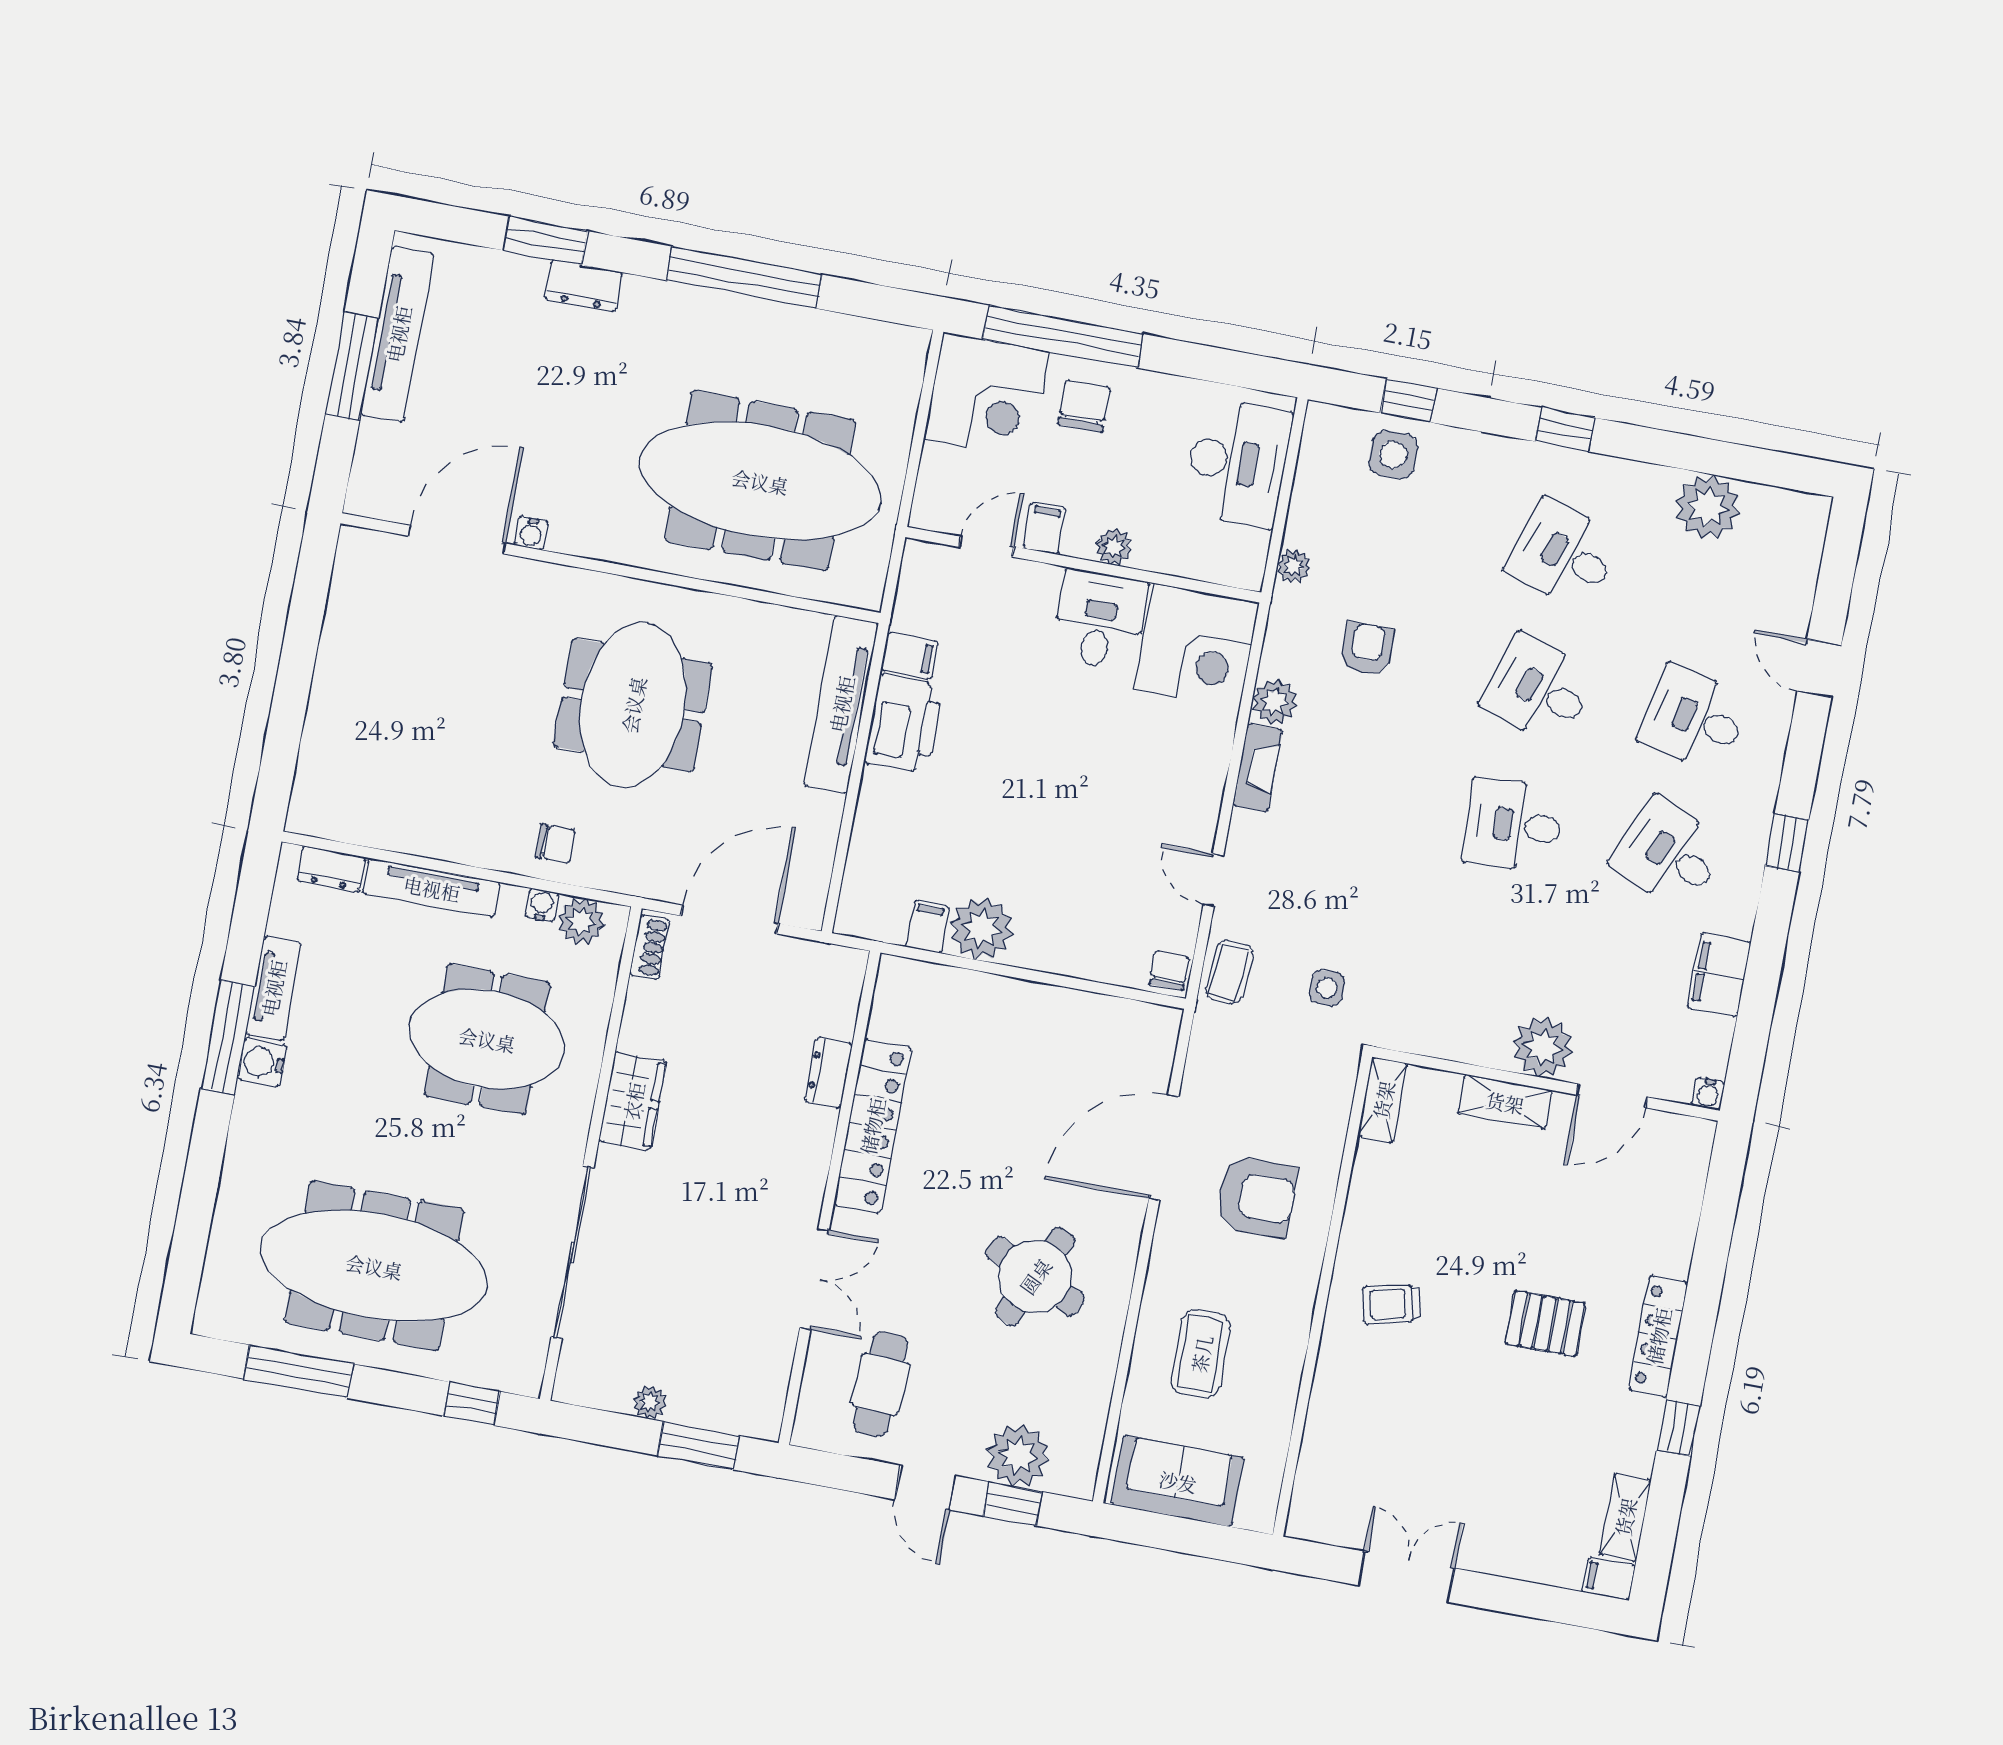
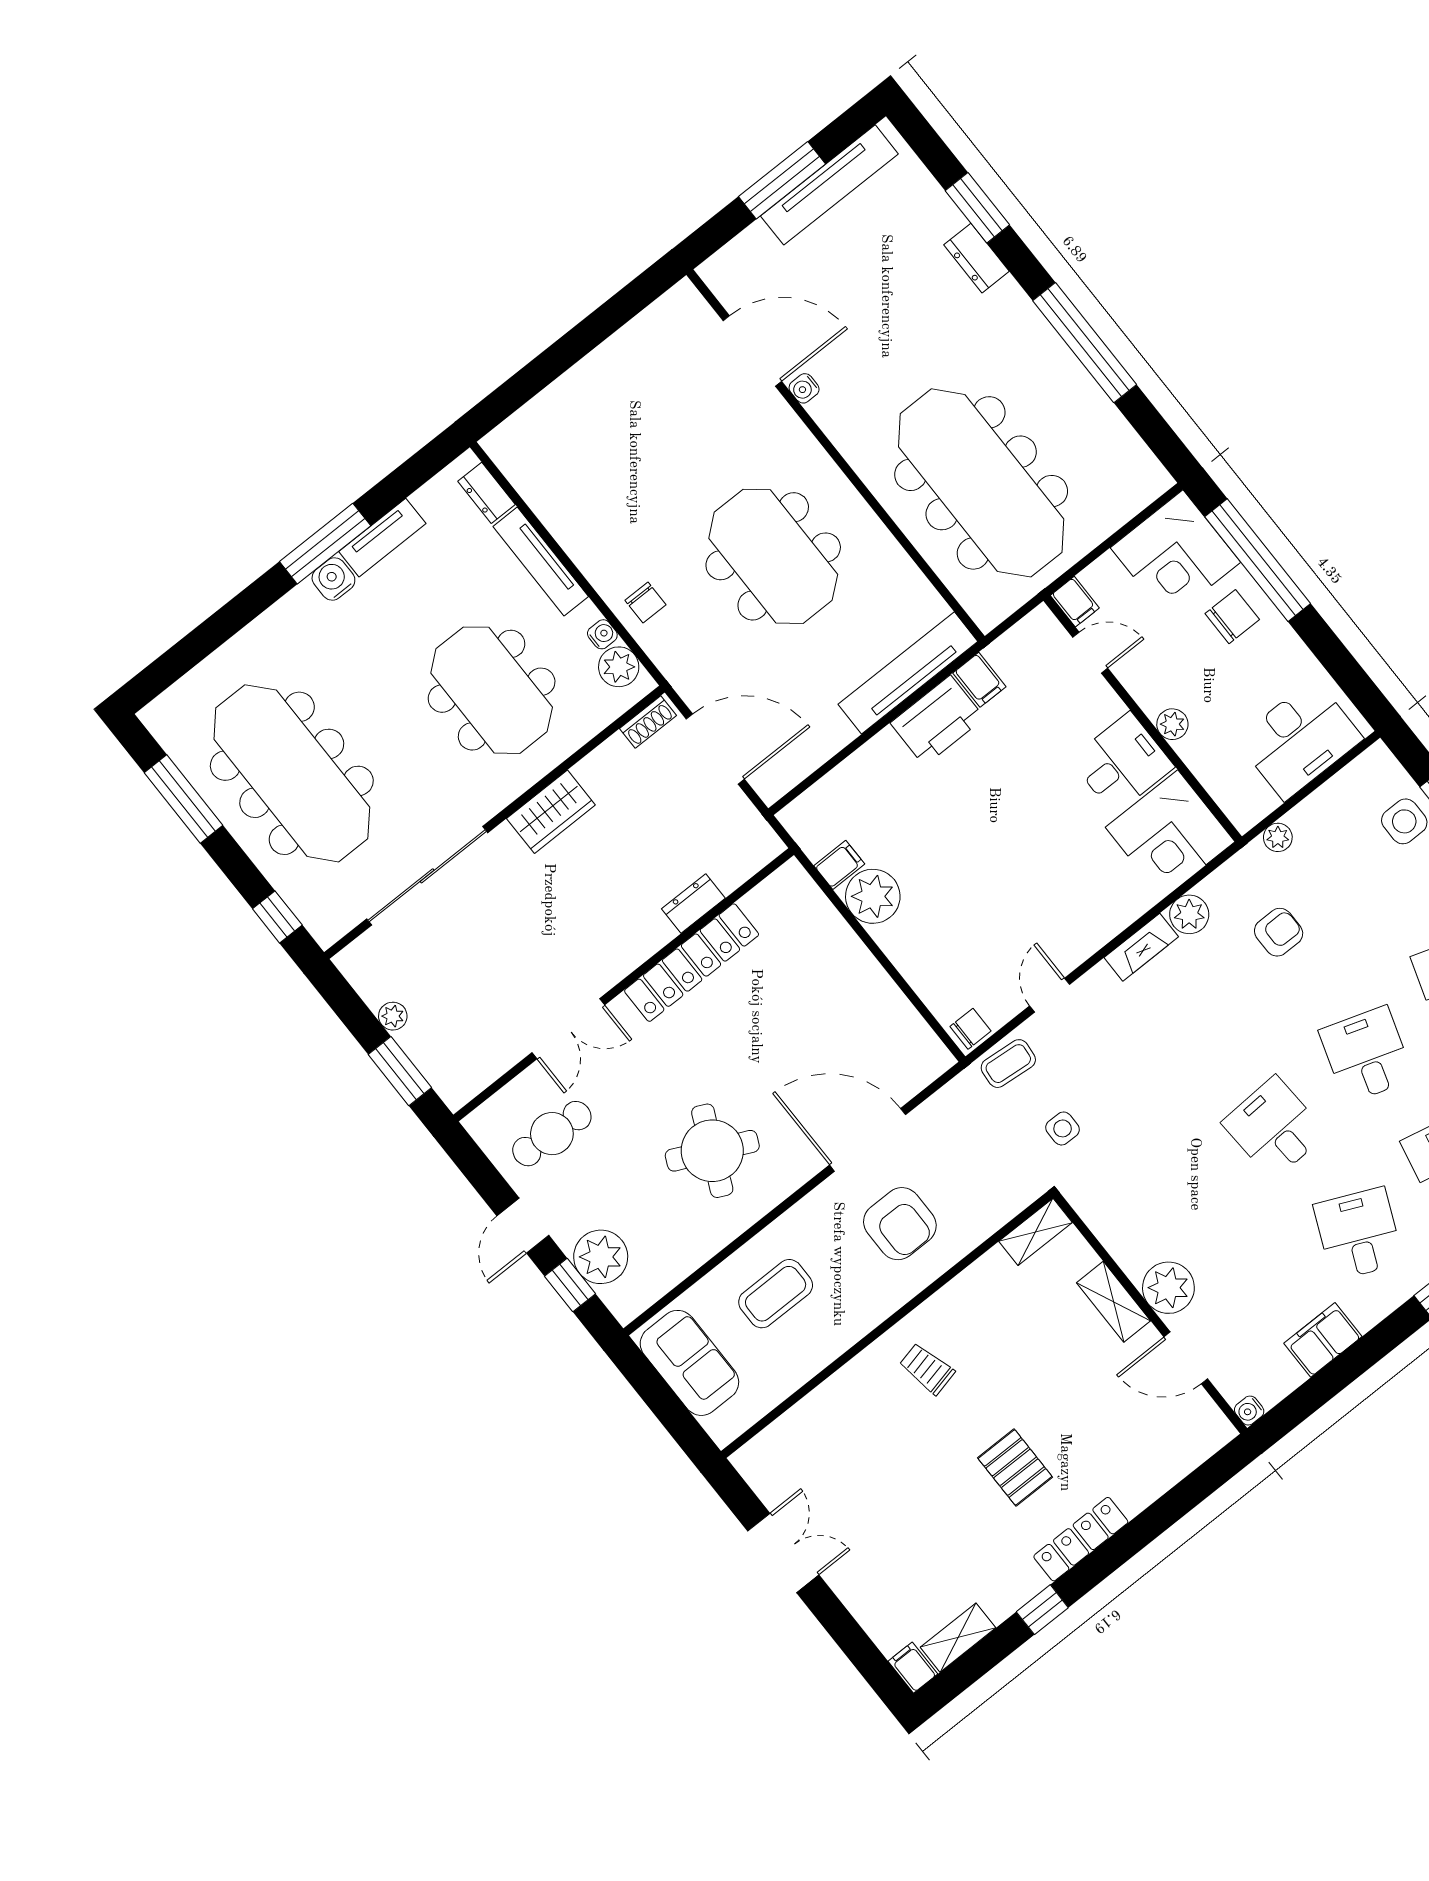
filing cabinet: (1045, 528) -> (1075, 602), moved, turned 90
meeting table: (633, 705) -> (773, 556), turned 90

